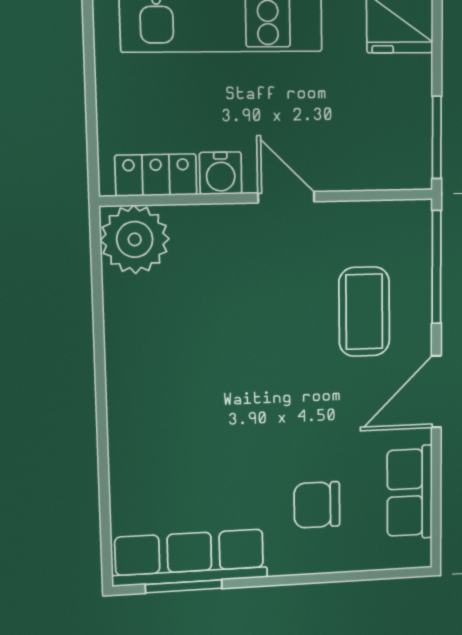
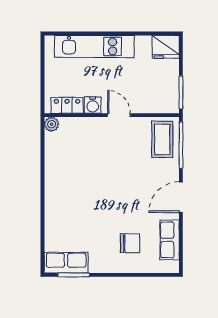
plant: (135, 239) -> (52, 124), width x0.53, depth x0.53
coffee table: (364, 312) -> (162, 139), moved
chair: (317, 505) -> (130, 243), turned 180
row of seats: (190, 558) -> (66, 263), width x0.68

